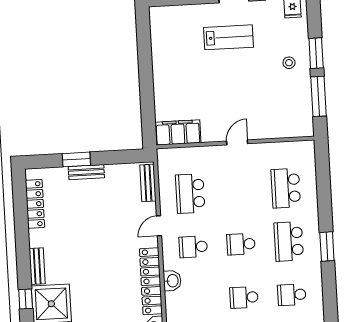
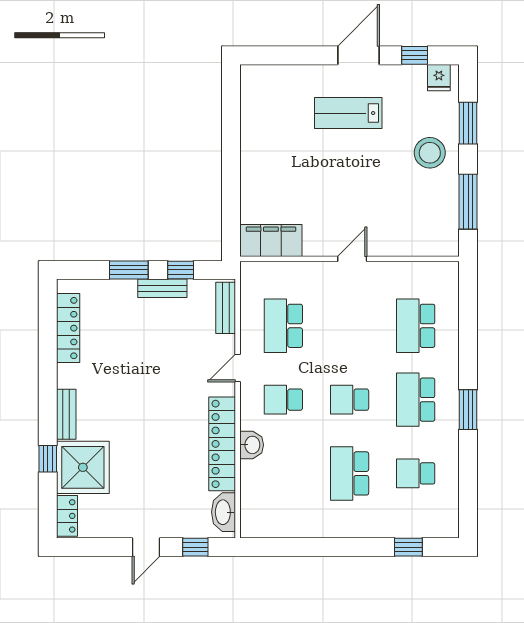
lab bench: (229, 37) -> (348, 113), turned 180
window: (316, 53) -> (468, 123), moved
stool: (289, 63) -> (430, 153), width x1.89, depth x1.89
window: (114, 157) -> (181, 270), added
bench: (86, 172) -> (162, 288), moved
school desk: (244, 297) -> (350, 473), width x1.85

